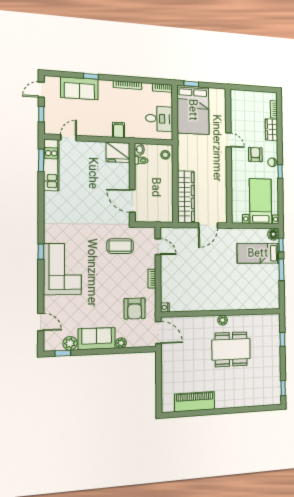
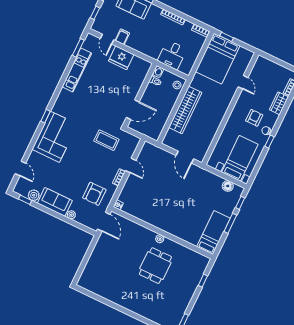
desk: (159, 119) -> (172, 55), moved, turned 90
filing cabinet: (119, 130) -> (122, 37), moved
door: (69, 138) -> (107, 39), swing flipped
door: (229, 140) -> (243, 82), moved
fridge: (118, 152) -> (121, 58), moved
kitchen unit: (51, 165) -> (77, 70), moved
wardrobe: (186, 197) -> (185, 110), moved
door: (132, 201) -> (133, 110), swing flipped
door: (208, 225) -> (185, 157), hinge flipped
floor lamp: (273, 234) -> (228, 186), moved
door: (158, 247) -> (131, 165), moved
bed: (258, 253) -> (213, 233), moved, turned 90
dining table: (231, 349) -> (155, 266), width x0.73
piano: (195, 402) -> (106, 291), removed

